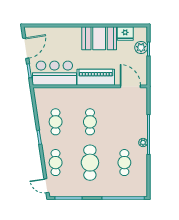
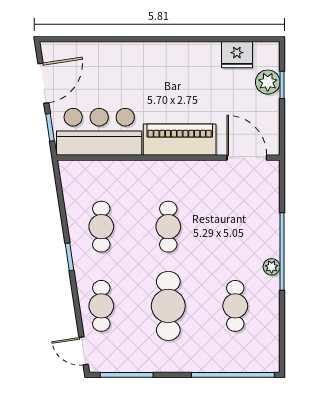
booth: (99, 38) -> (186, 64), removed

